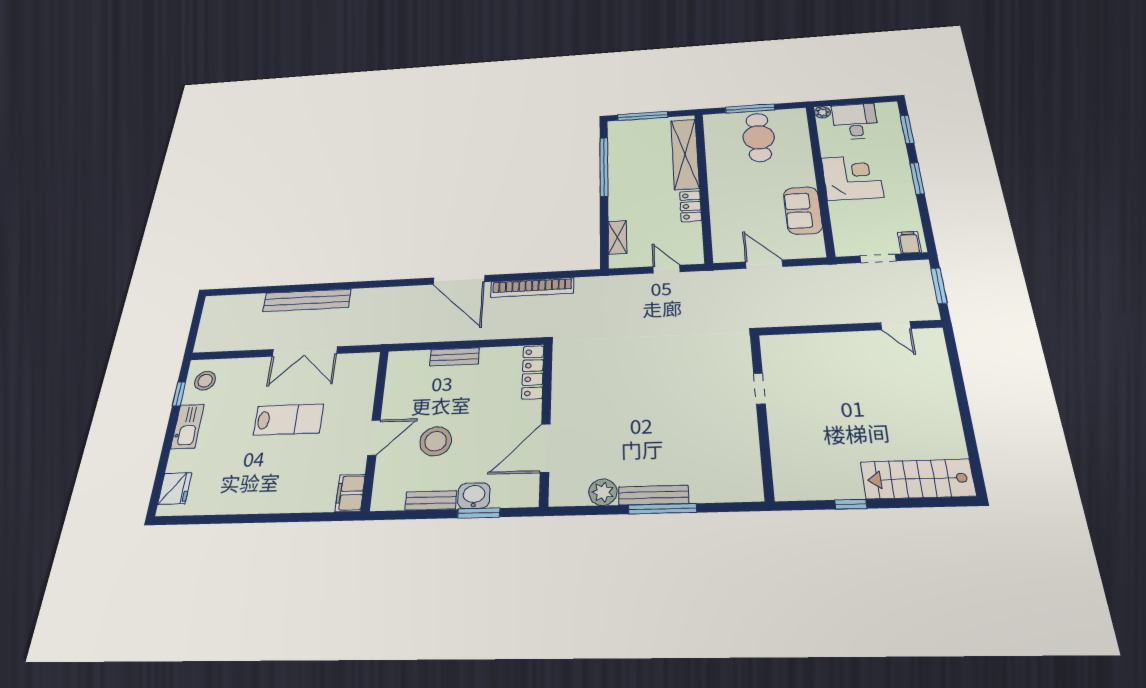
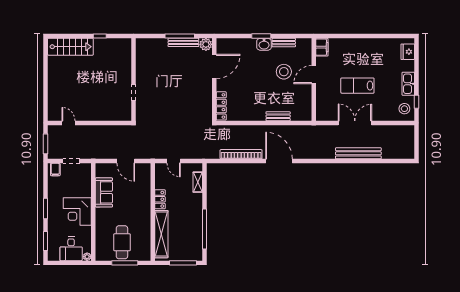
locker: (533, 372) -> (221, 106), moved
wall: (546, 422) -> (214, 79), moved
door: (545, 448) -> (214, 66), moved

